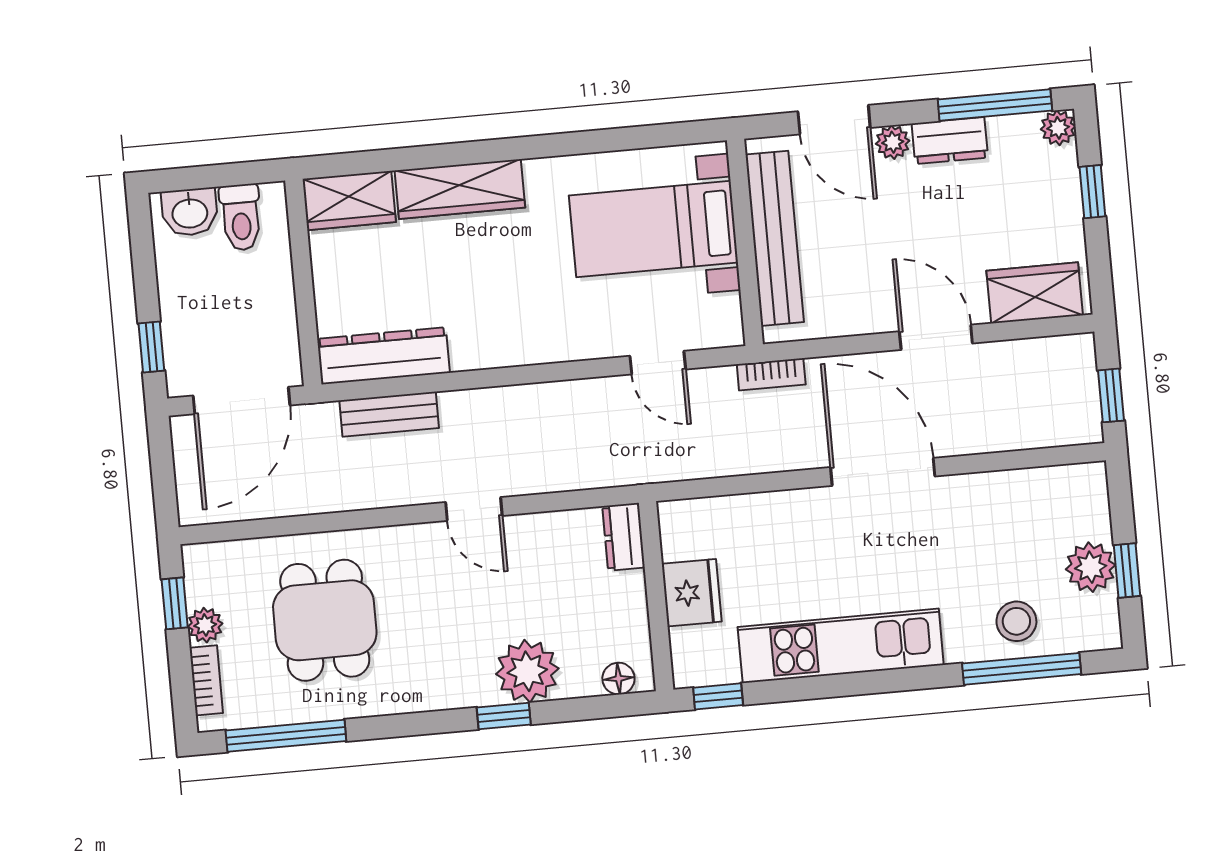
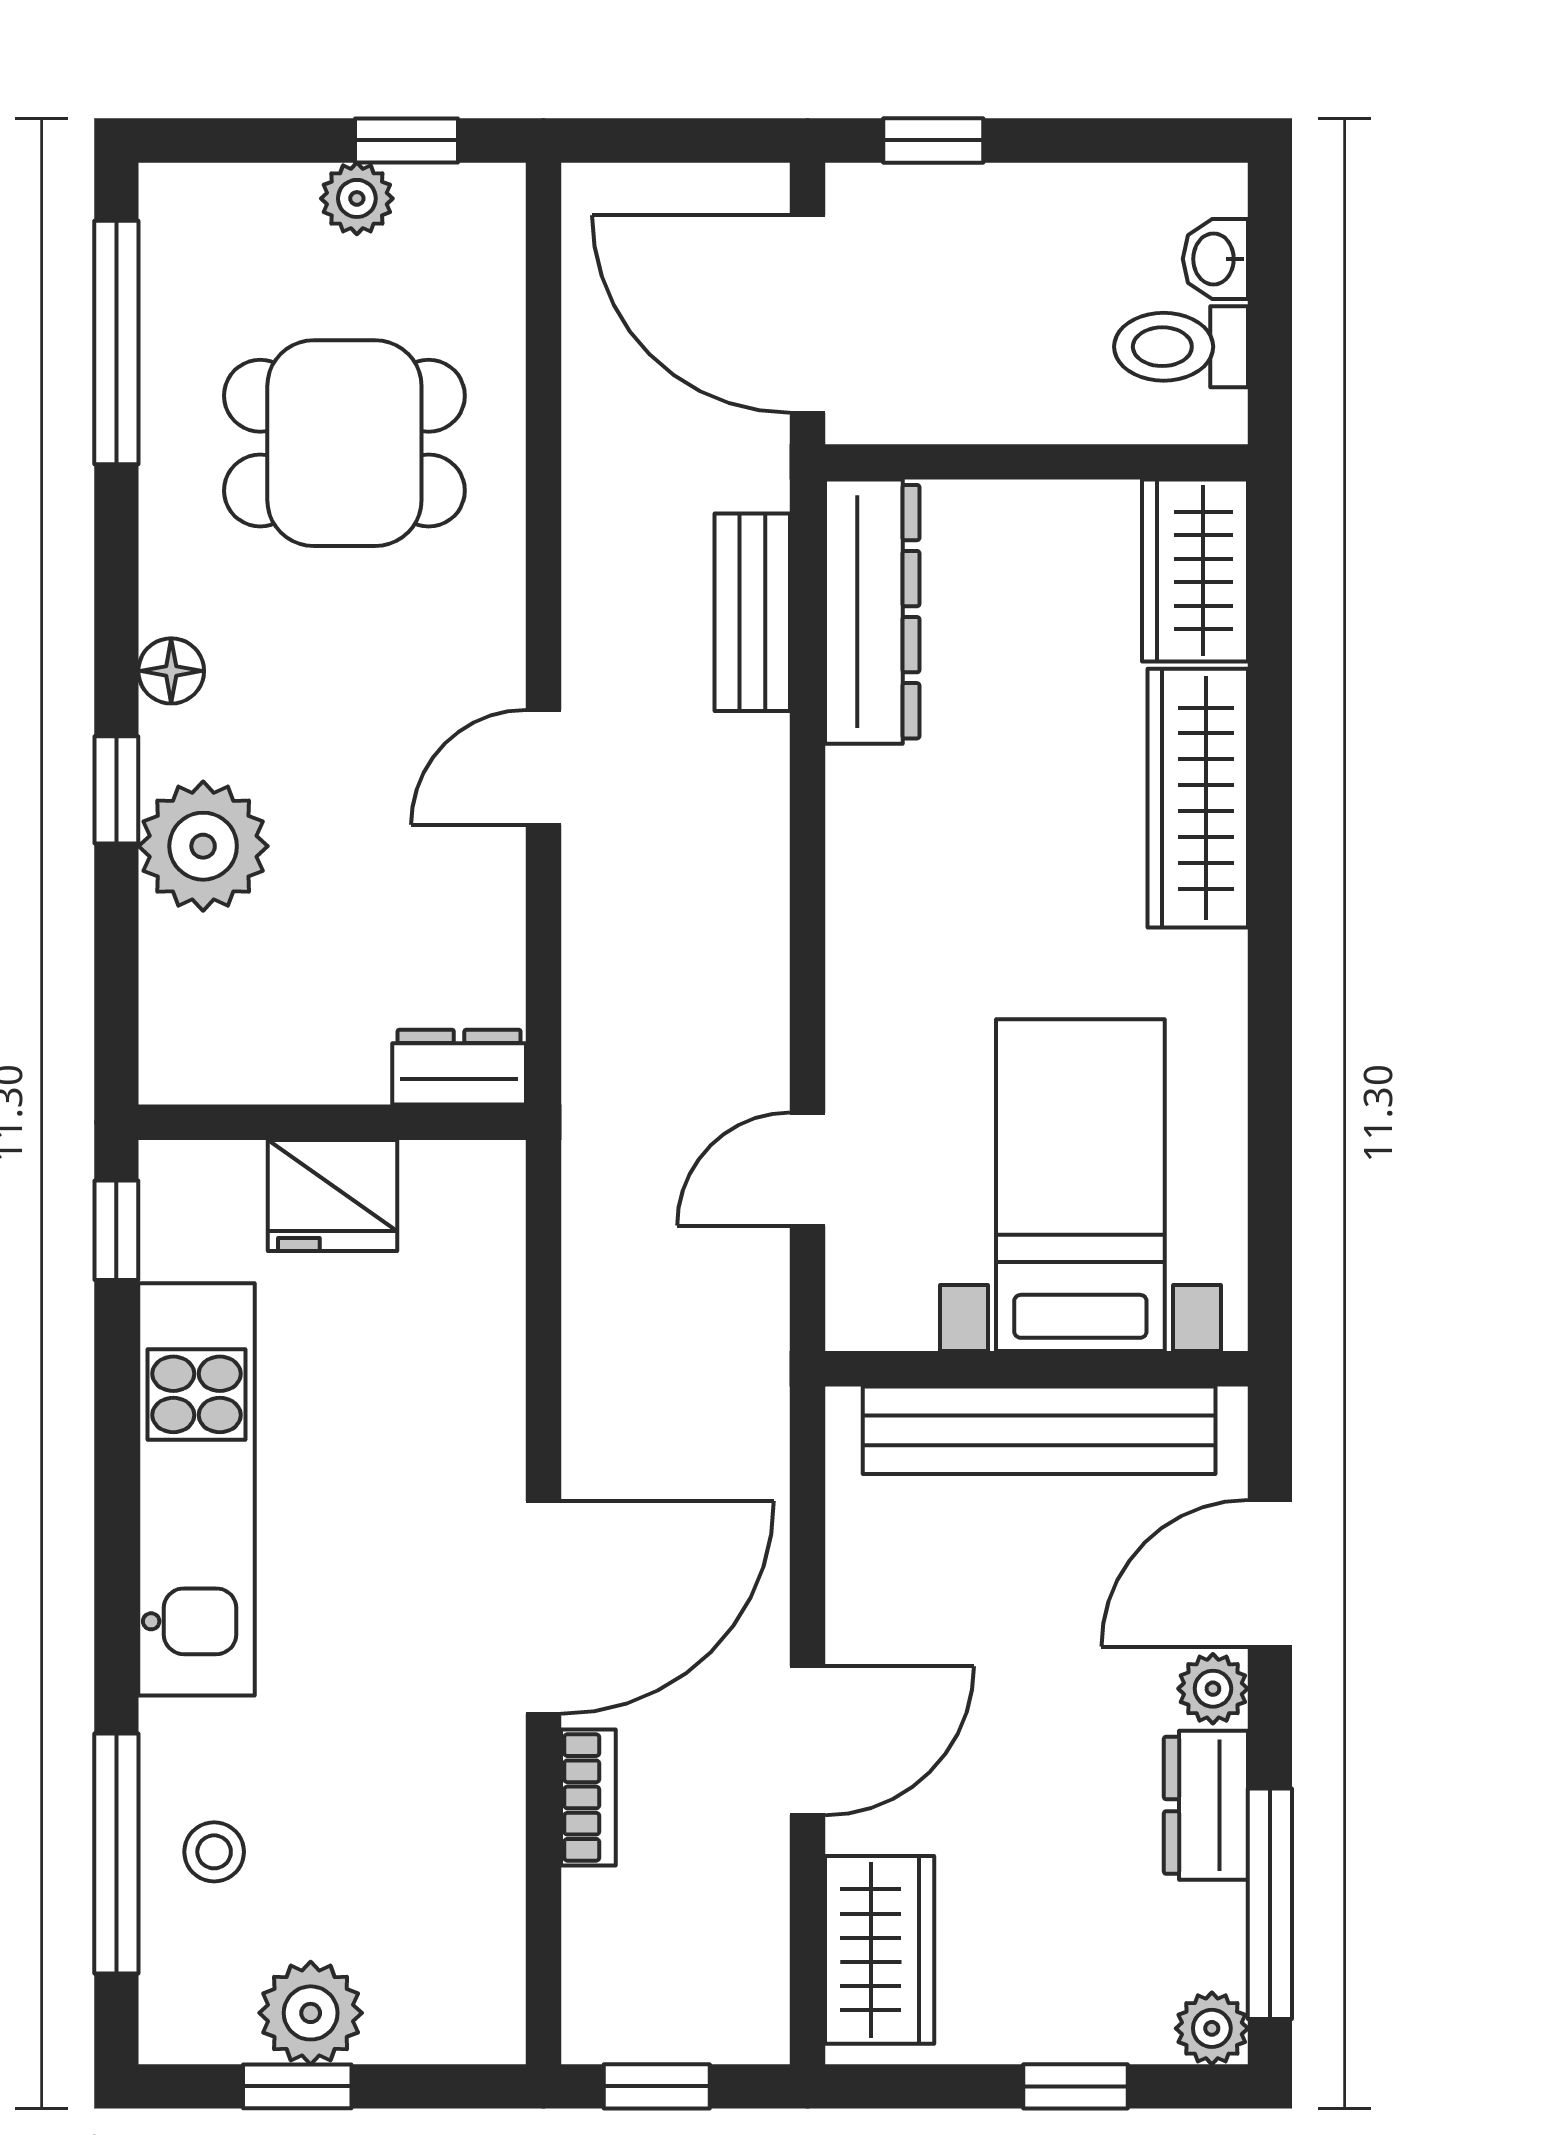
washbasin: (190, 212) -> (1215, 259), width x0.72, depth x0.69
bookcase: (771, 374) -> (588, 1797), moved, turned 180
stool: (1016, 621) -> (214, 1852), width x0.73, depth x0.73
floor lamp: (618, 679) -> (171, 671), moved
bookcase: (206, 680) -> (244, 190), removed

